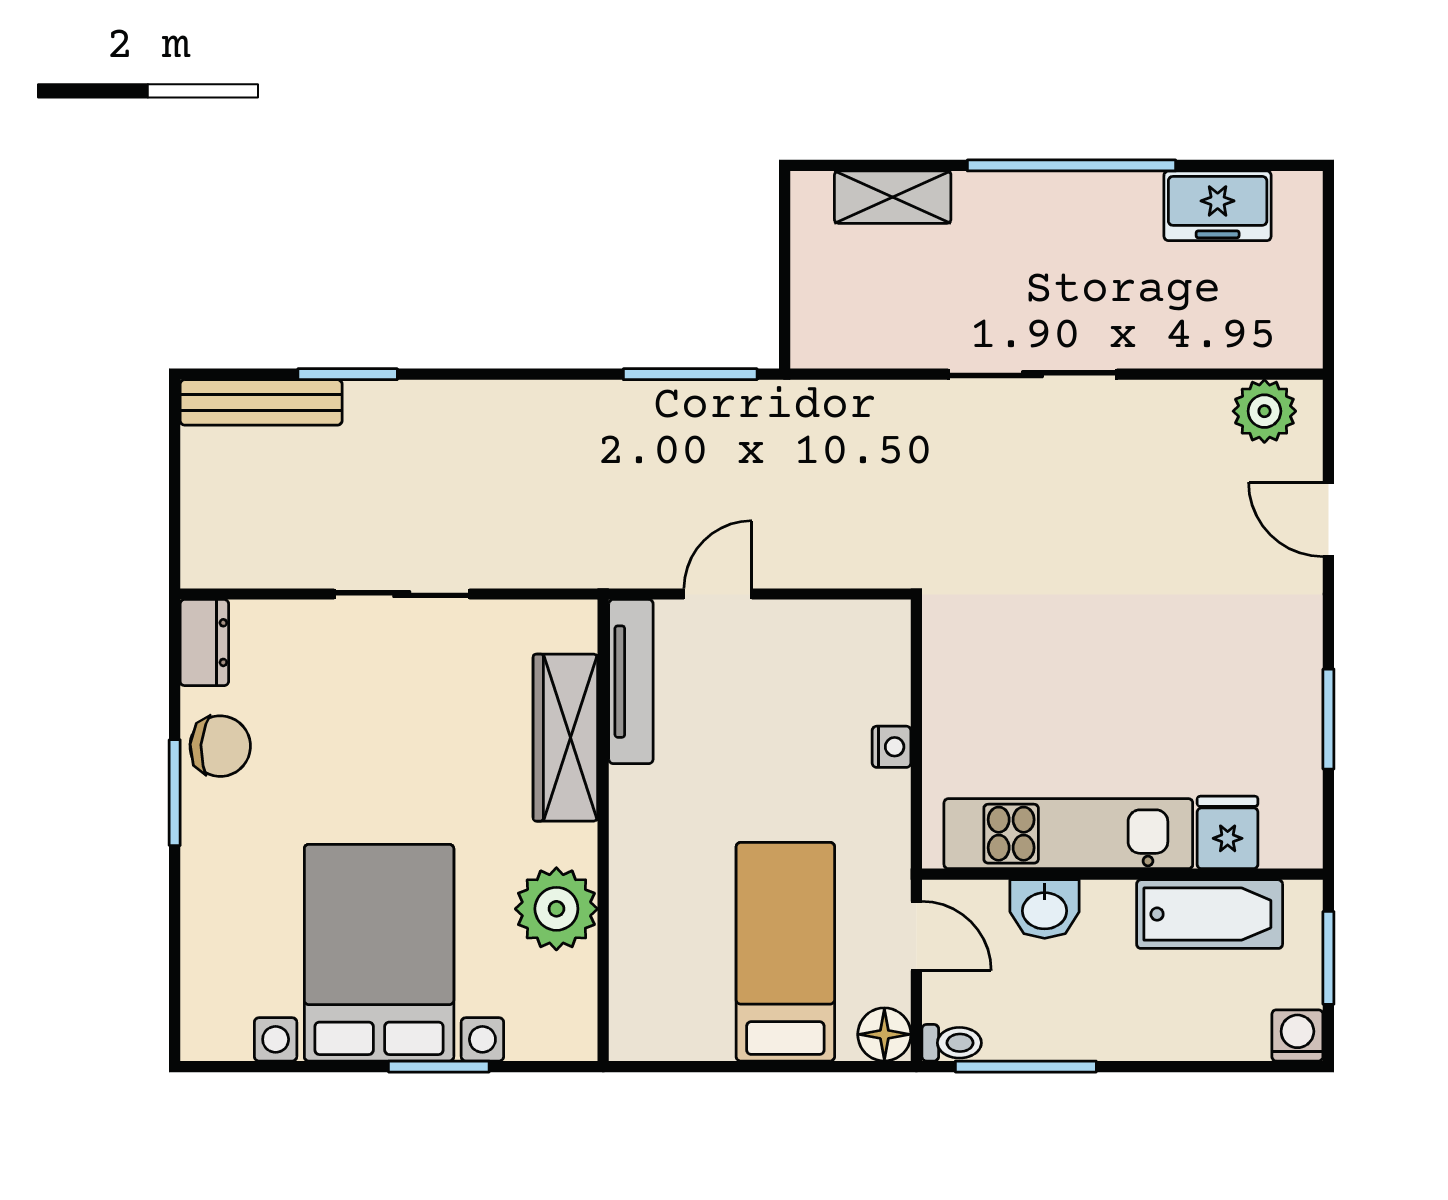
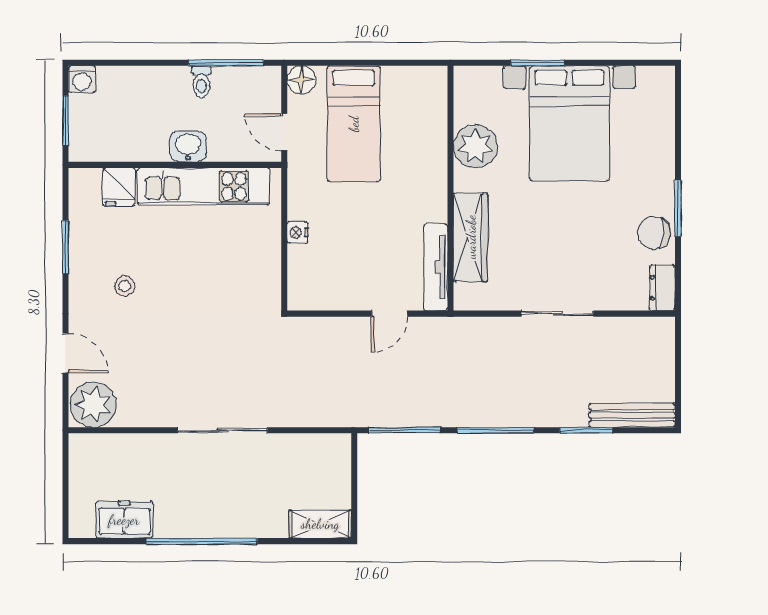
shelving: (893, 197) -> (320, 524), moved
window: (519, 374) -> (495, 430), added
plant: (1264, 411) -> (93, 405), width x1.36, depth x1.36
stool: (1217, 646) -> (125, 286), added
washbasin: (1045, 909) -> (188, 146), moved
bathtub: (1210, 914) -> (129, 144), removed
toilet: (952, 1043) -> (201, 82), moved, turned -90

